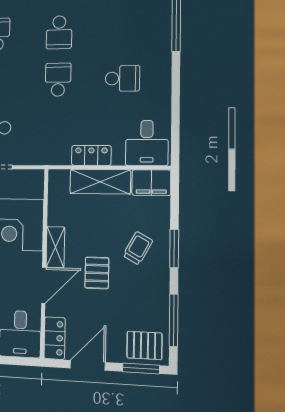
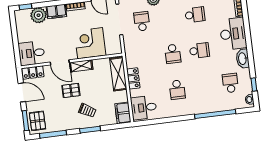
school desk: (59, 32) -> (199, 51), turned 180
school desk: (58, 80) -> (173, 54), turned 90
shelving: (100, 182) -> (118, 74), moved

